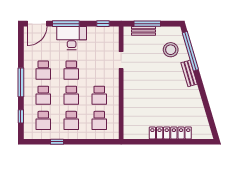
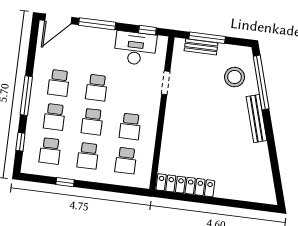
desk: (72, 38) -> (135, 48), moved
bench: (189, 73) -> (257, 119), width x1.36
locker: (170, 133) -> (185, 185), moved

